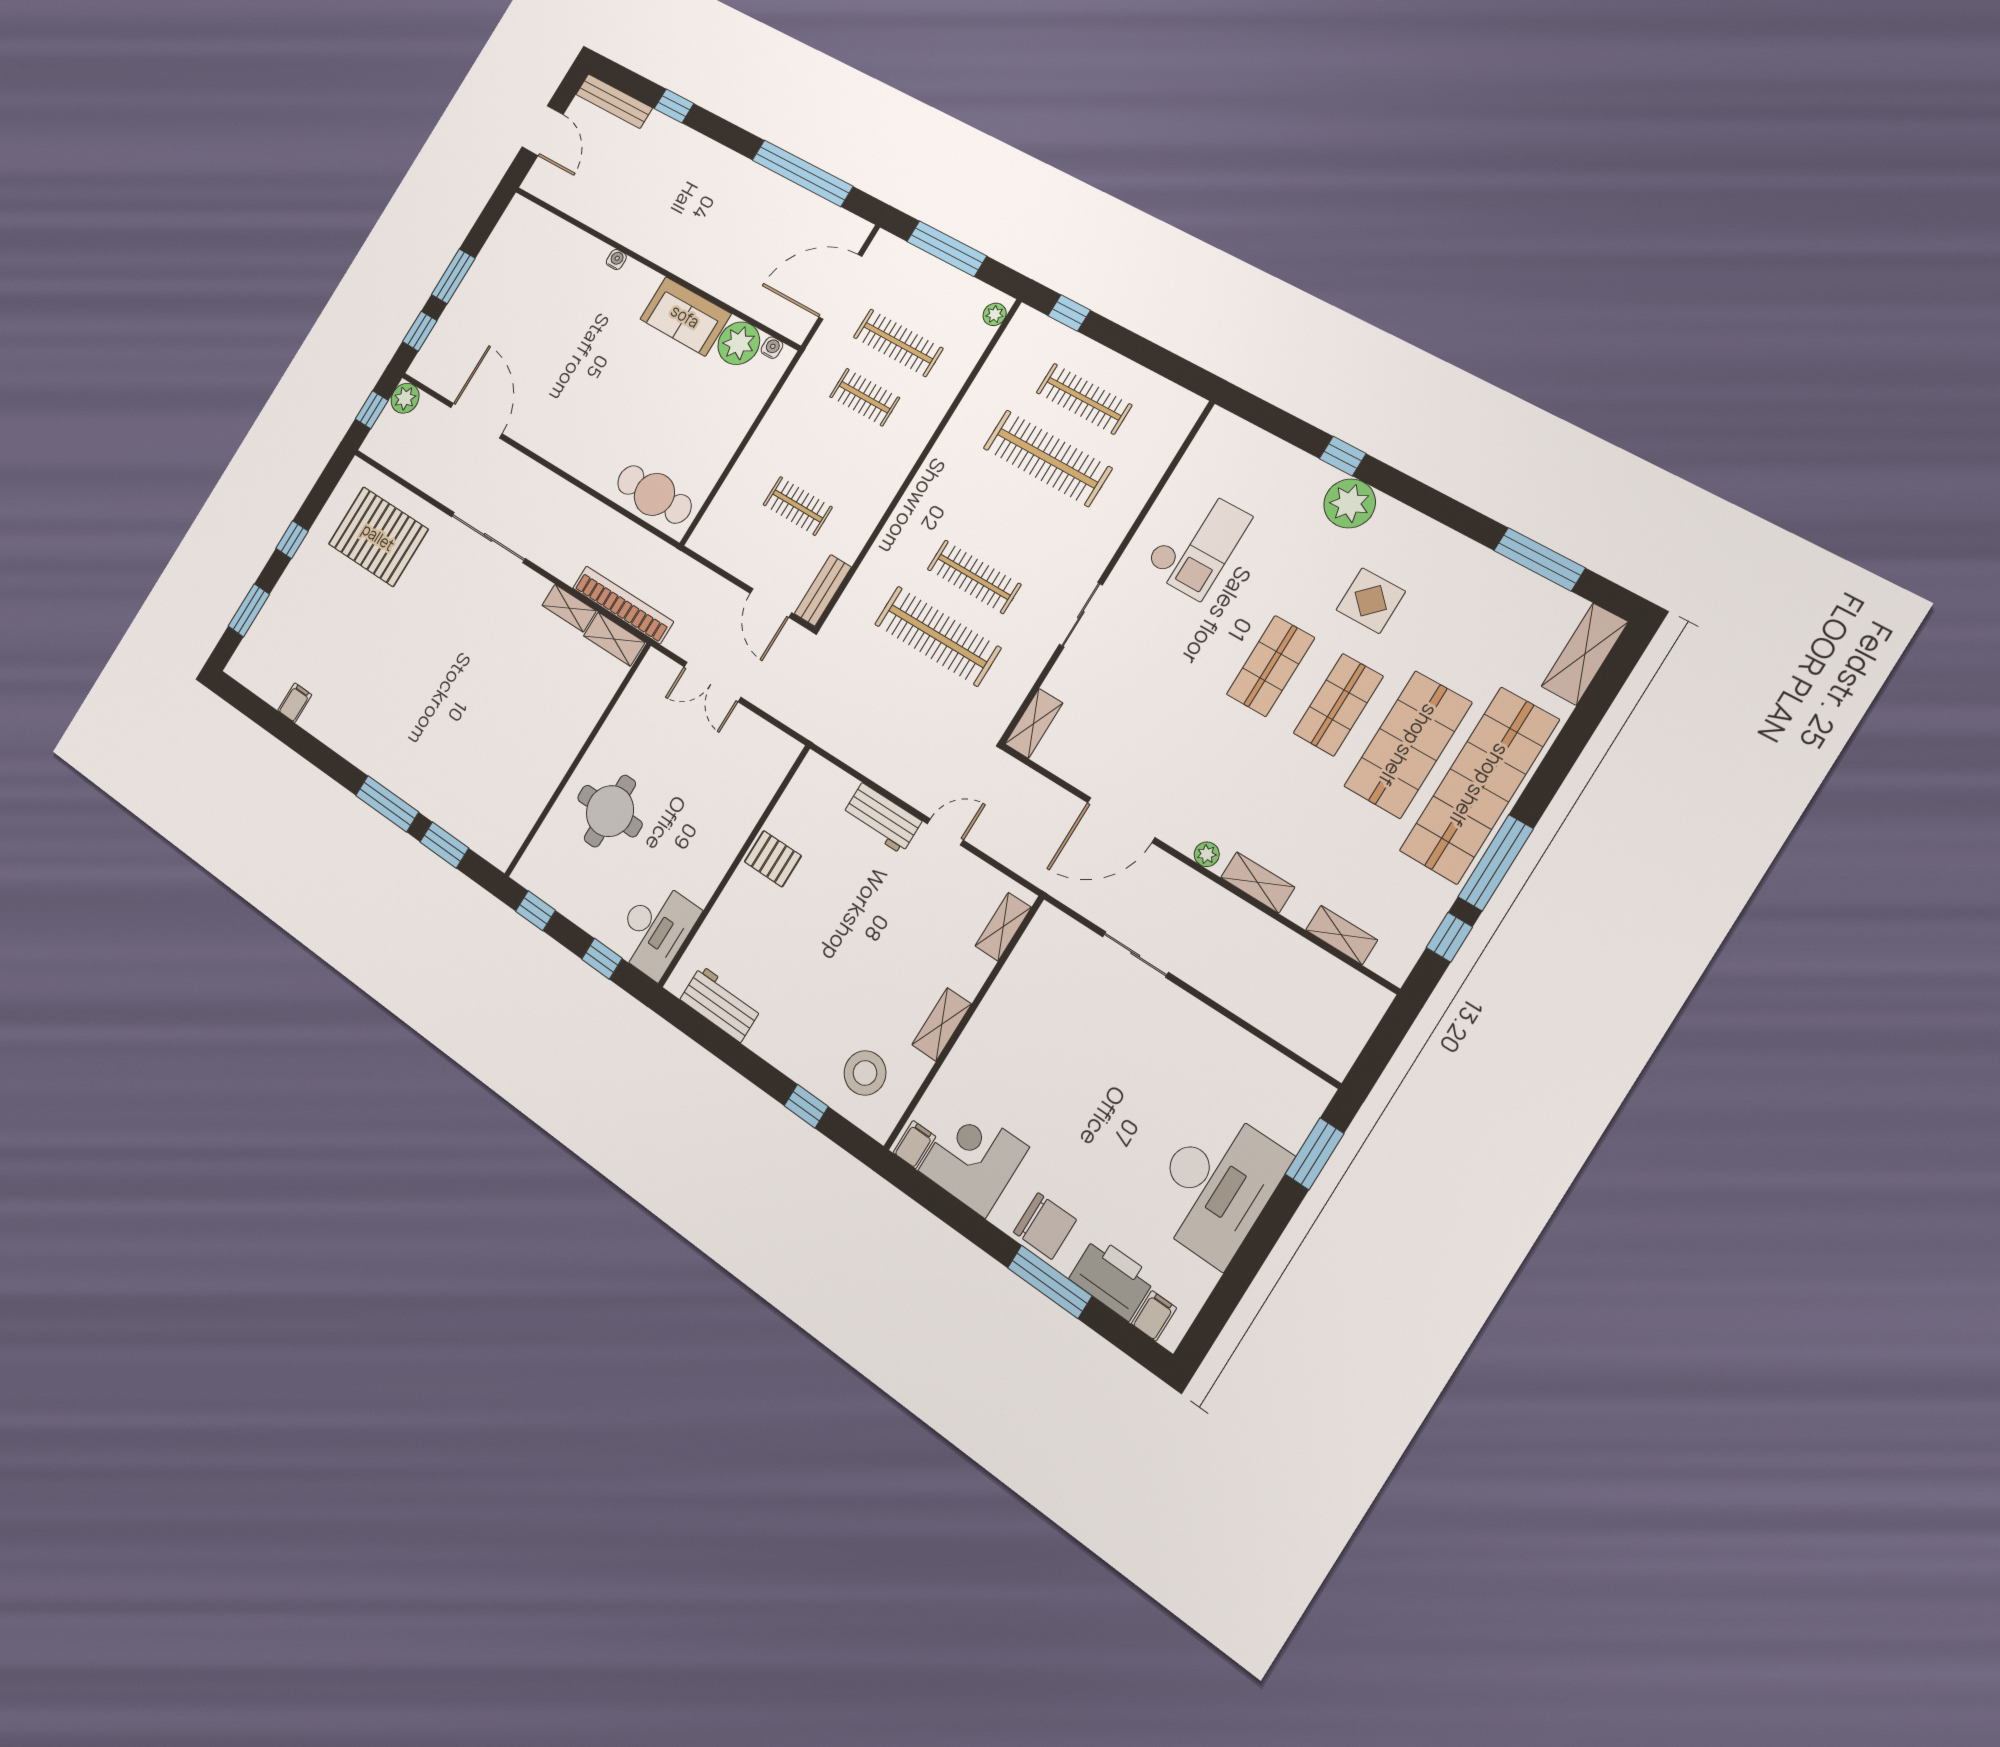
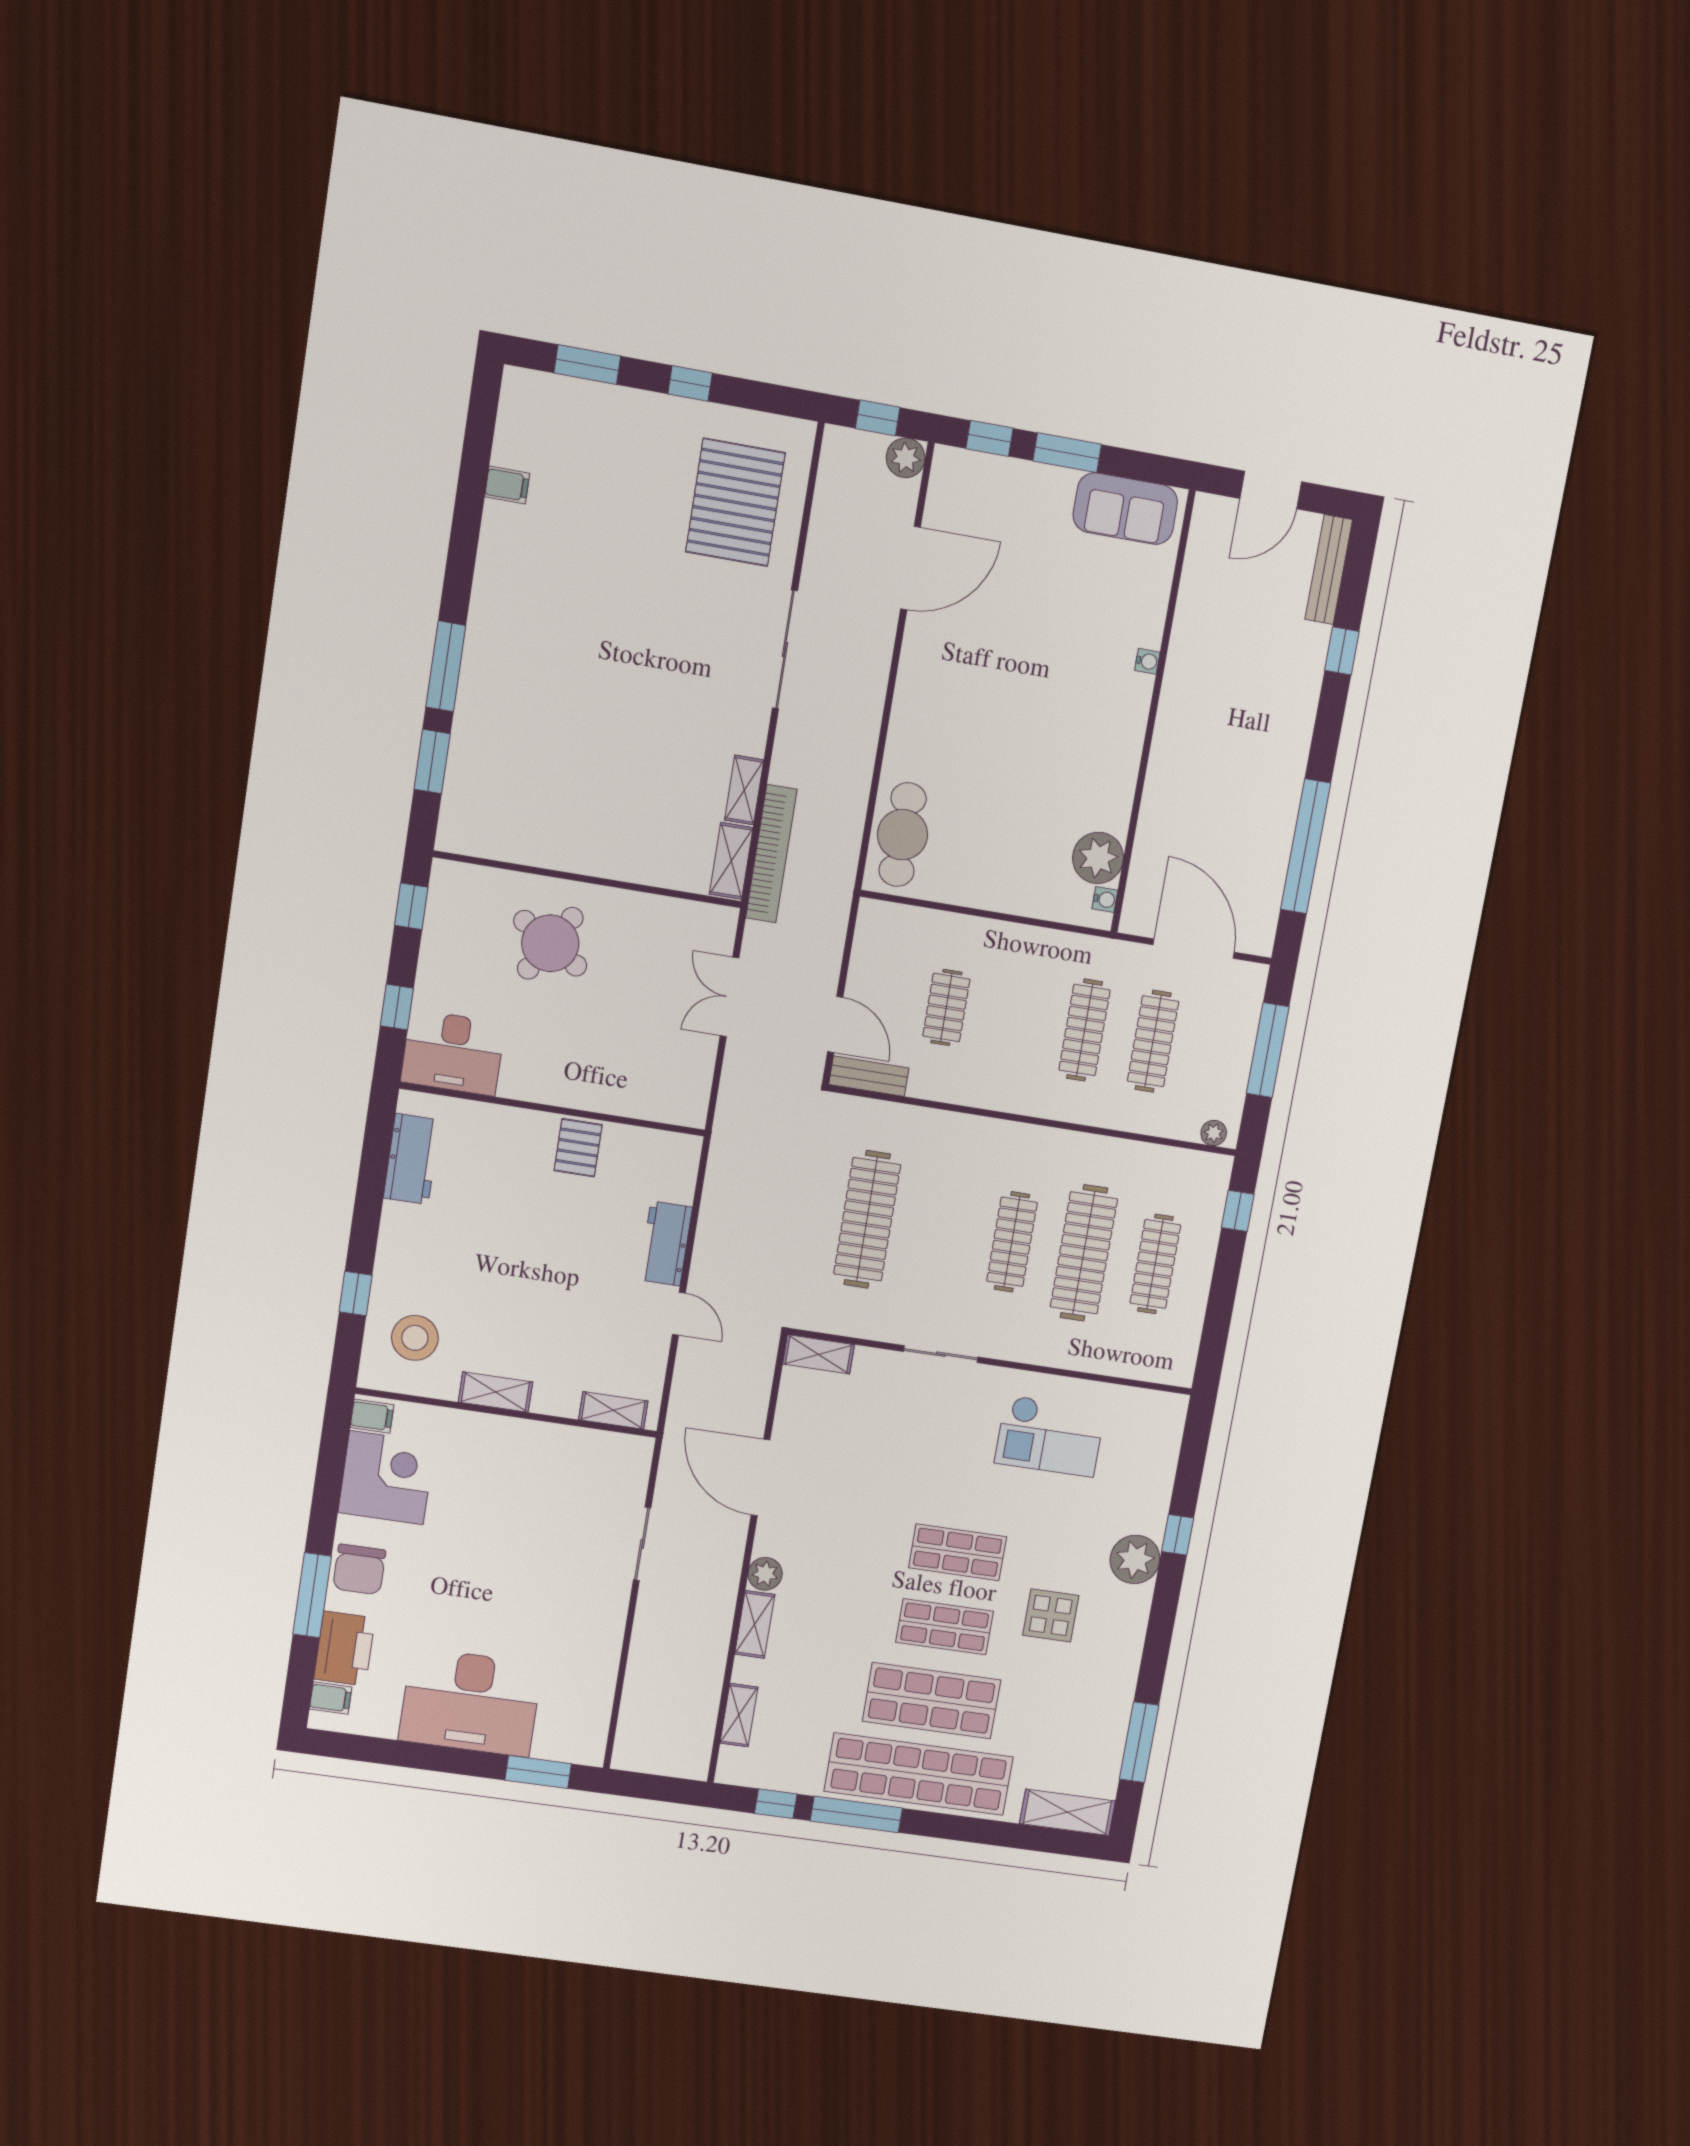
sofa: (685, 316) -> (1125, 509), moved, turned -90
clothes rail: (865, 397) -> (1084, 1030), width x1.36
clothes rail: (974, 577) -> (1012, 1242), moved
door: (771, 603) -> (835, 1024), swing flipped
round table: (610, 811) -> (550, 943), turned 32
plant: (1207, 854) -> (765, 1574), width x1.38, depth x1.38

